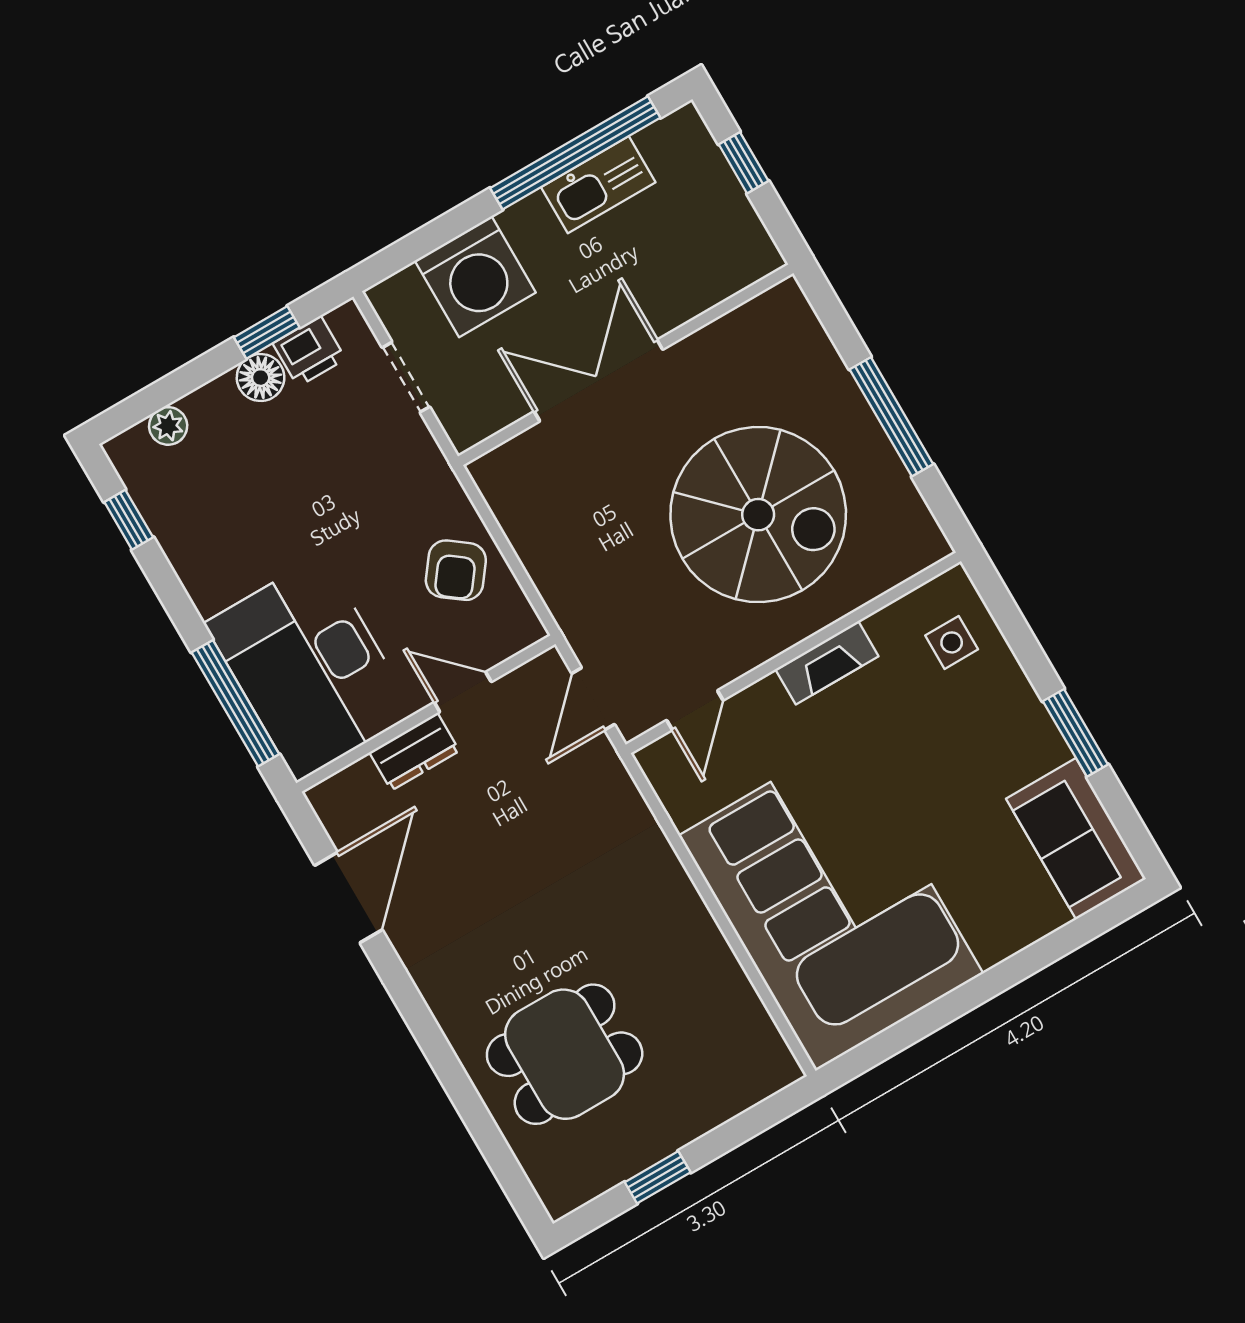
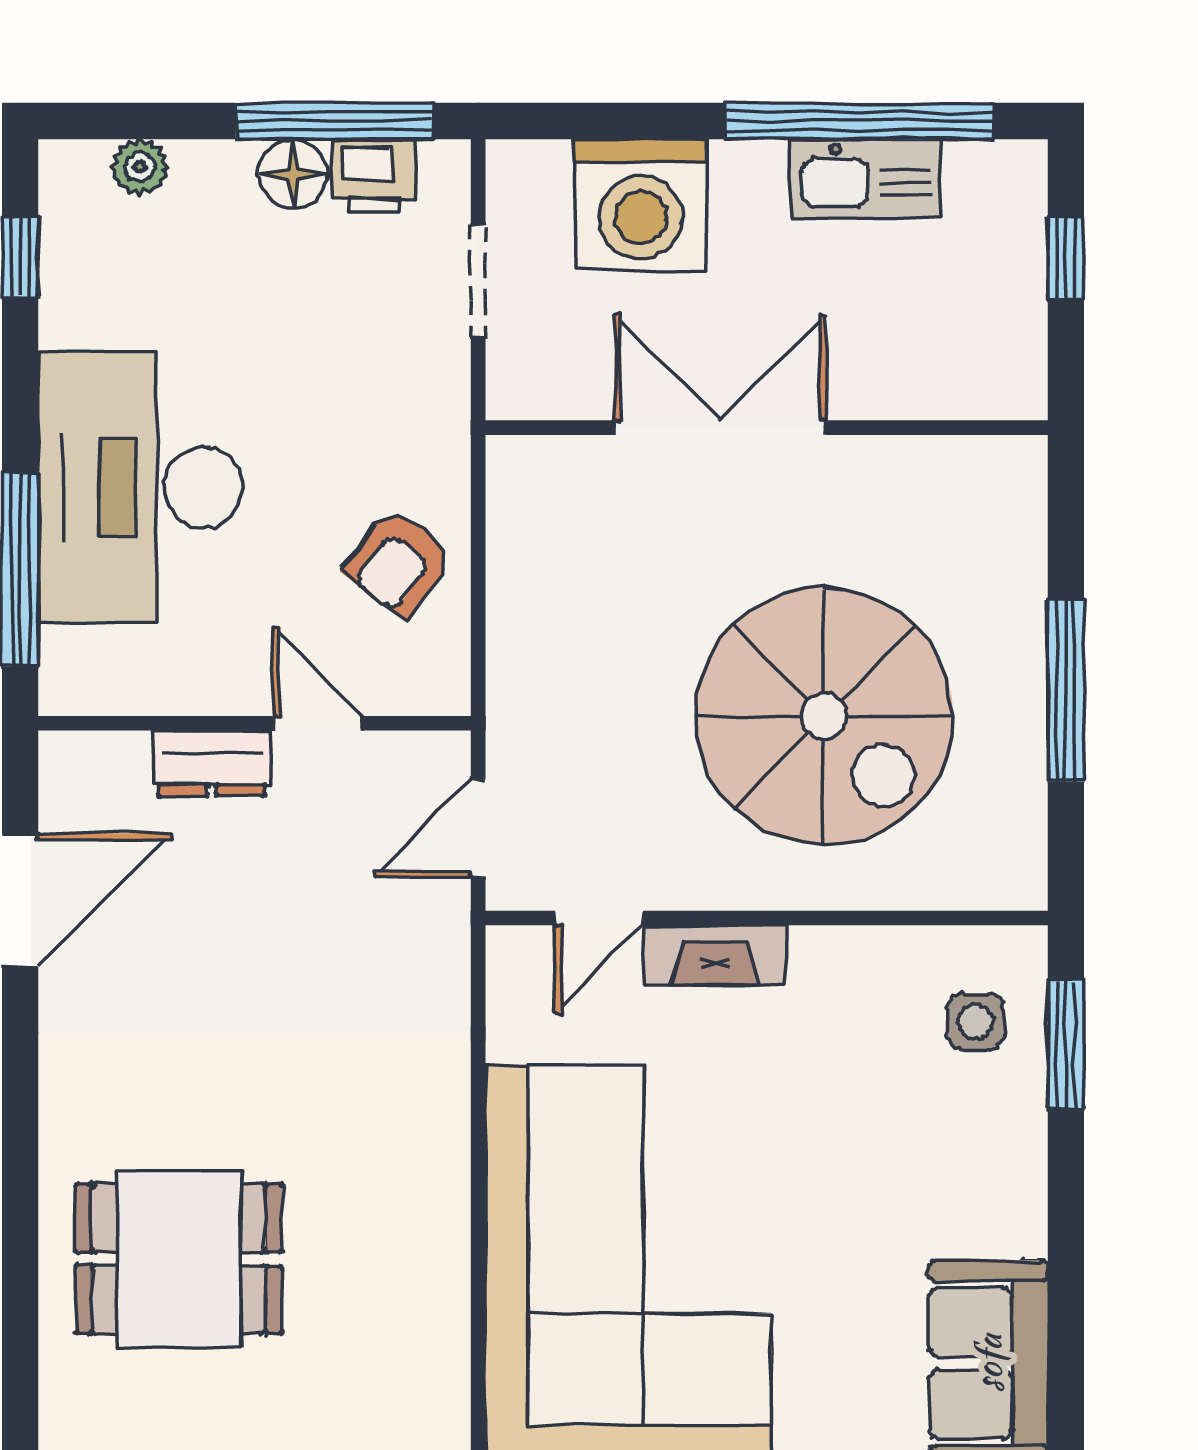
window: (267, 332) -> (334, 121), width x2.17
fireplace: (827, 663) -> (715, 955), moved
desk: (310, 668) -> (140, 488), moved
window: (1075, 733) -> (1066, 1044), moved

